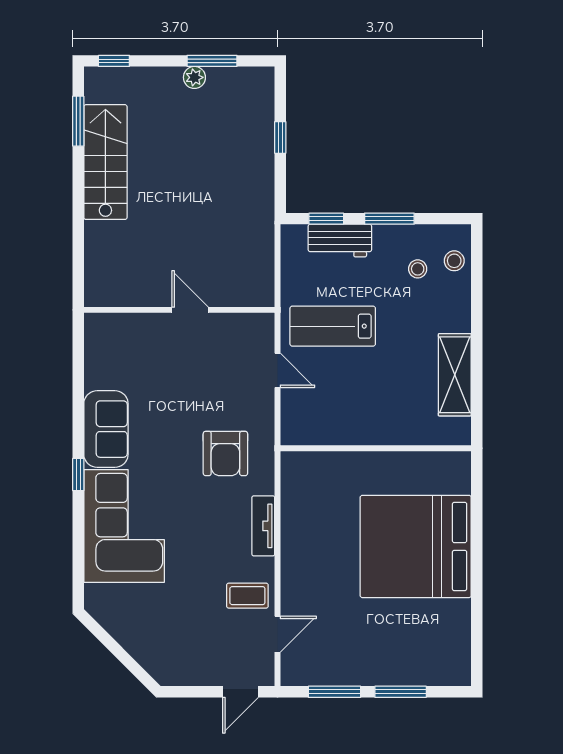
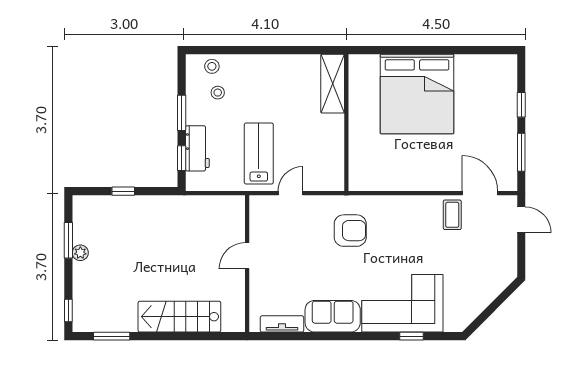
stairs: (105, 162) -> (179, 317), moved
lab bench: (333, 326) -> (259, 154), turned 180
shelving: (455, 375) -> (333, 84), moved, turned 90
window: (78, 475) -> (412, 336), moved
tv unit: (263, 526) -> (282, 324), moved, turned 180
door: (278, 634) -> (480, 193), width x1.38
window: (401, 692) -> (521, 105), width x0.67

